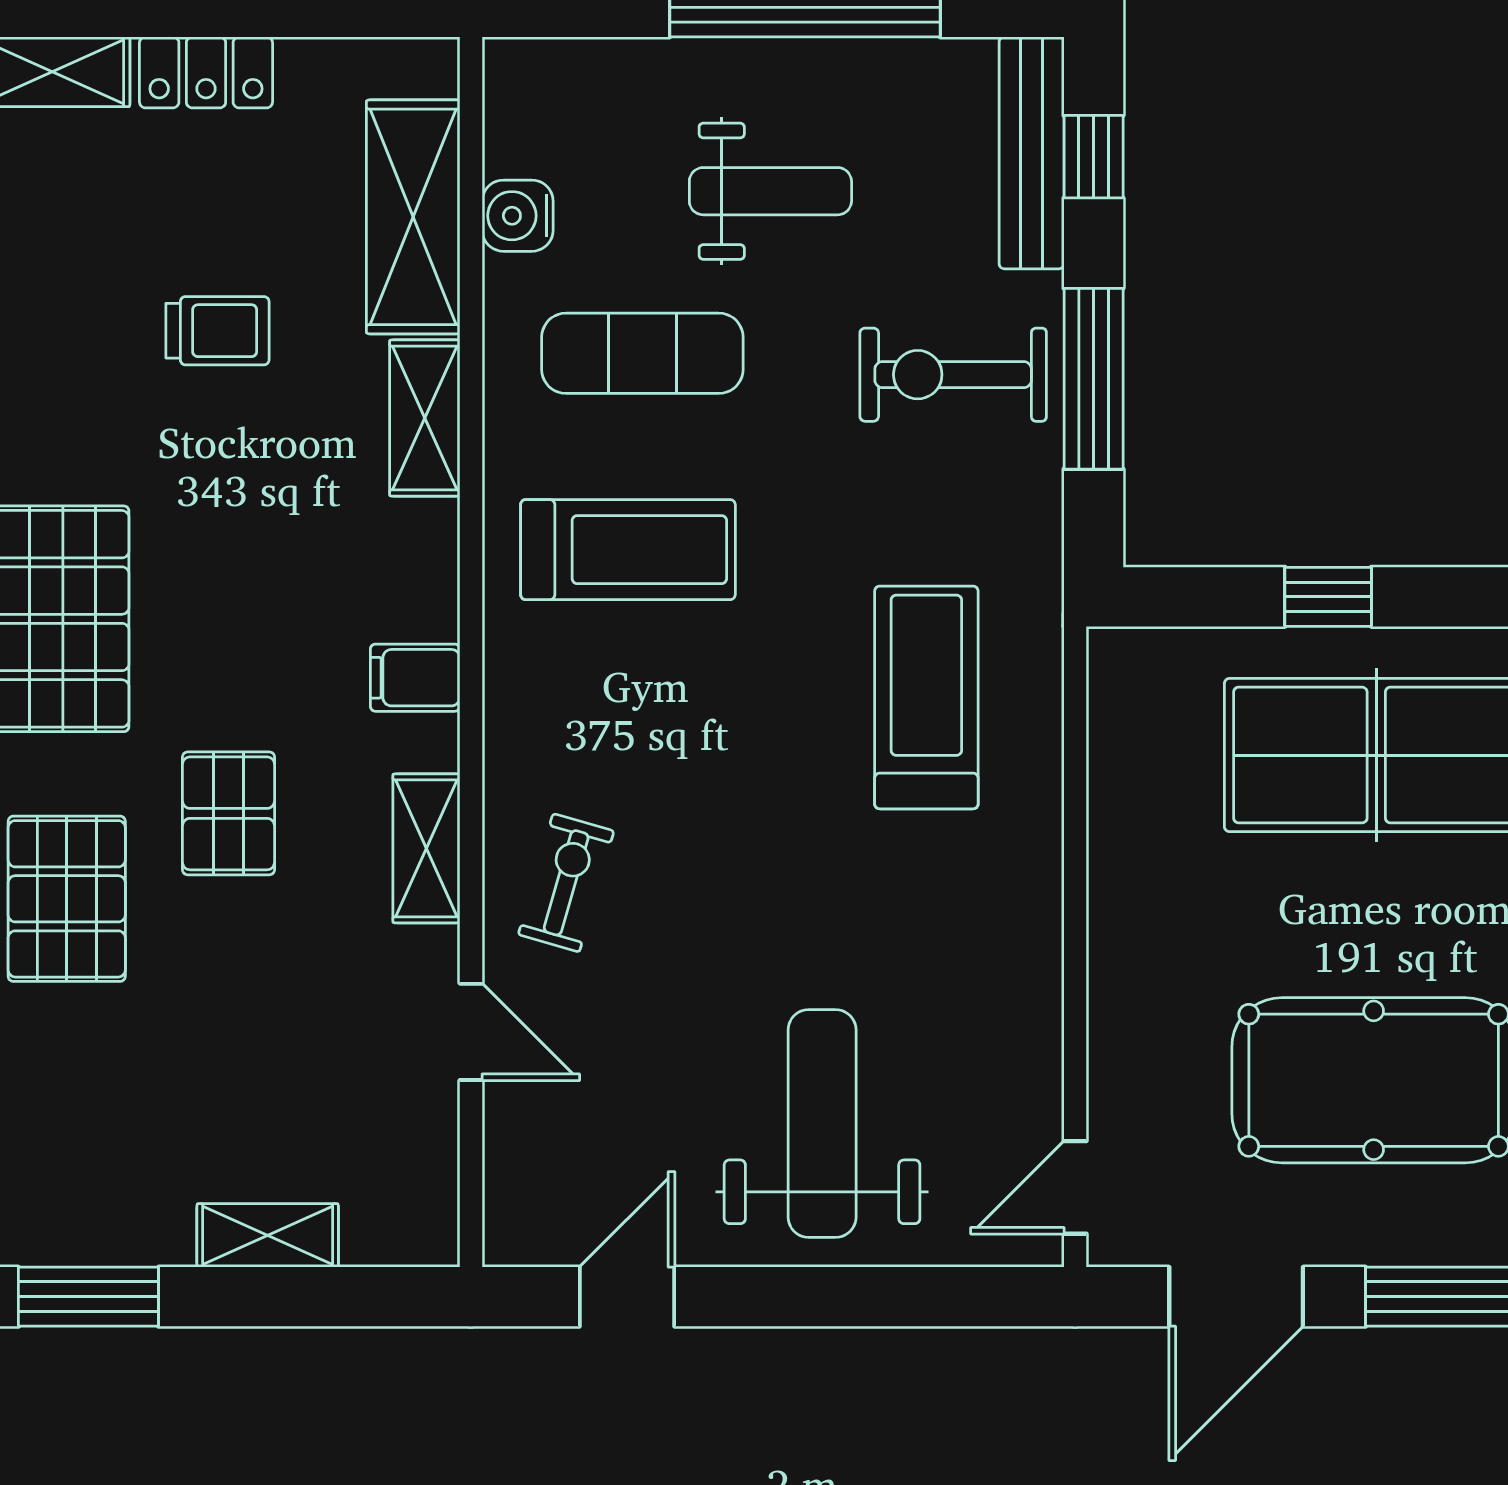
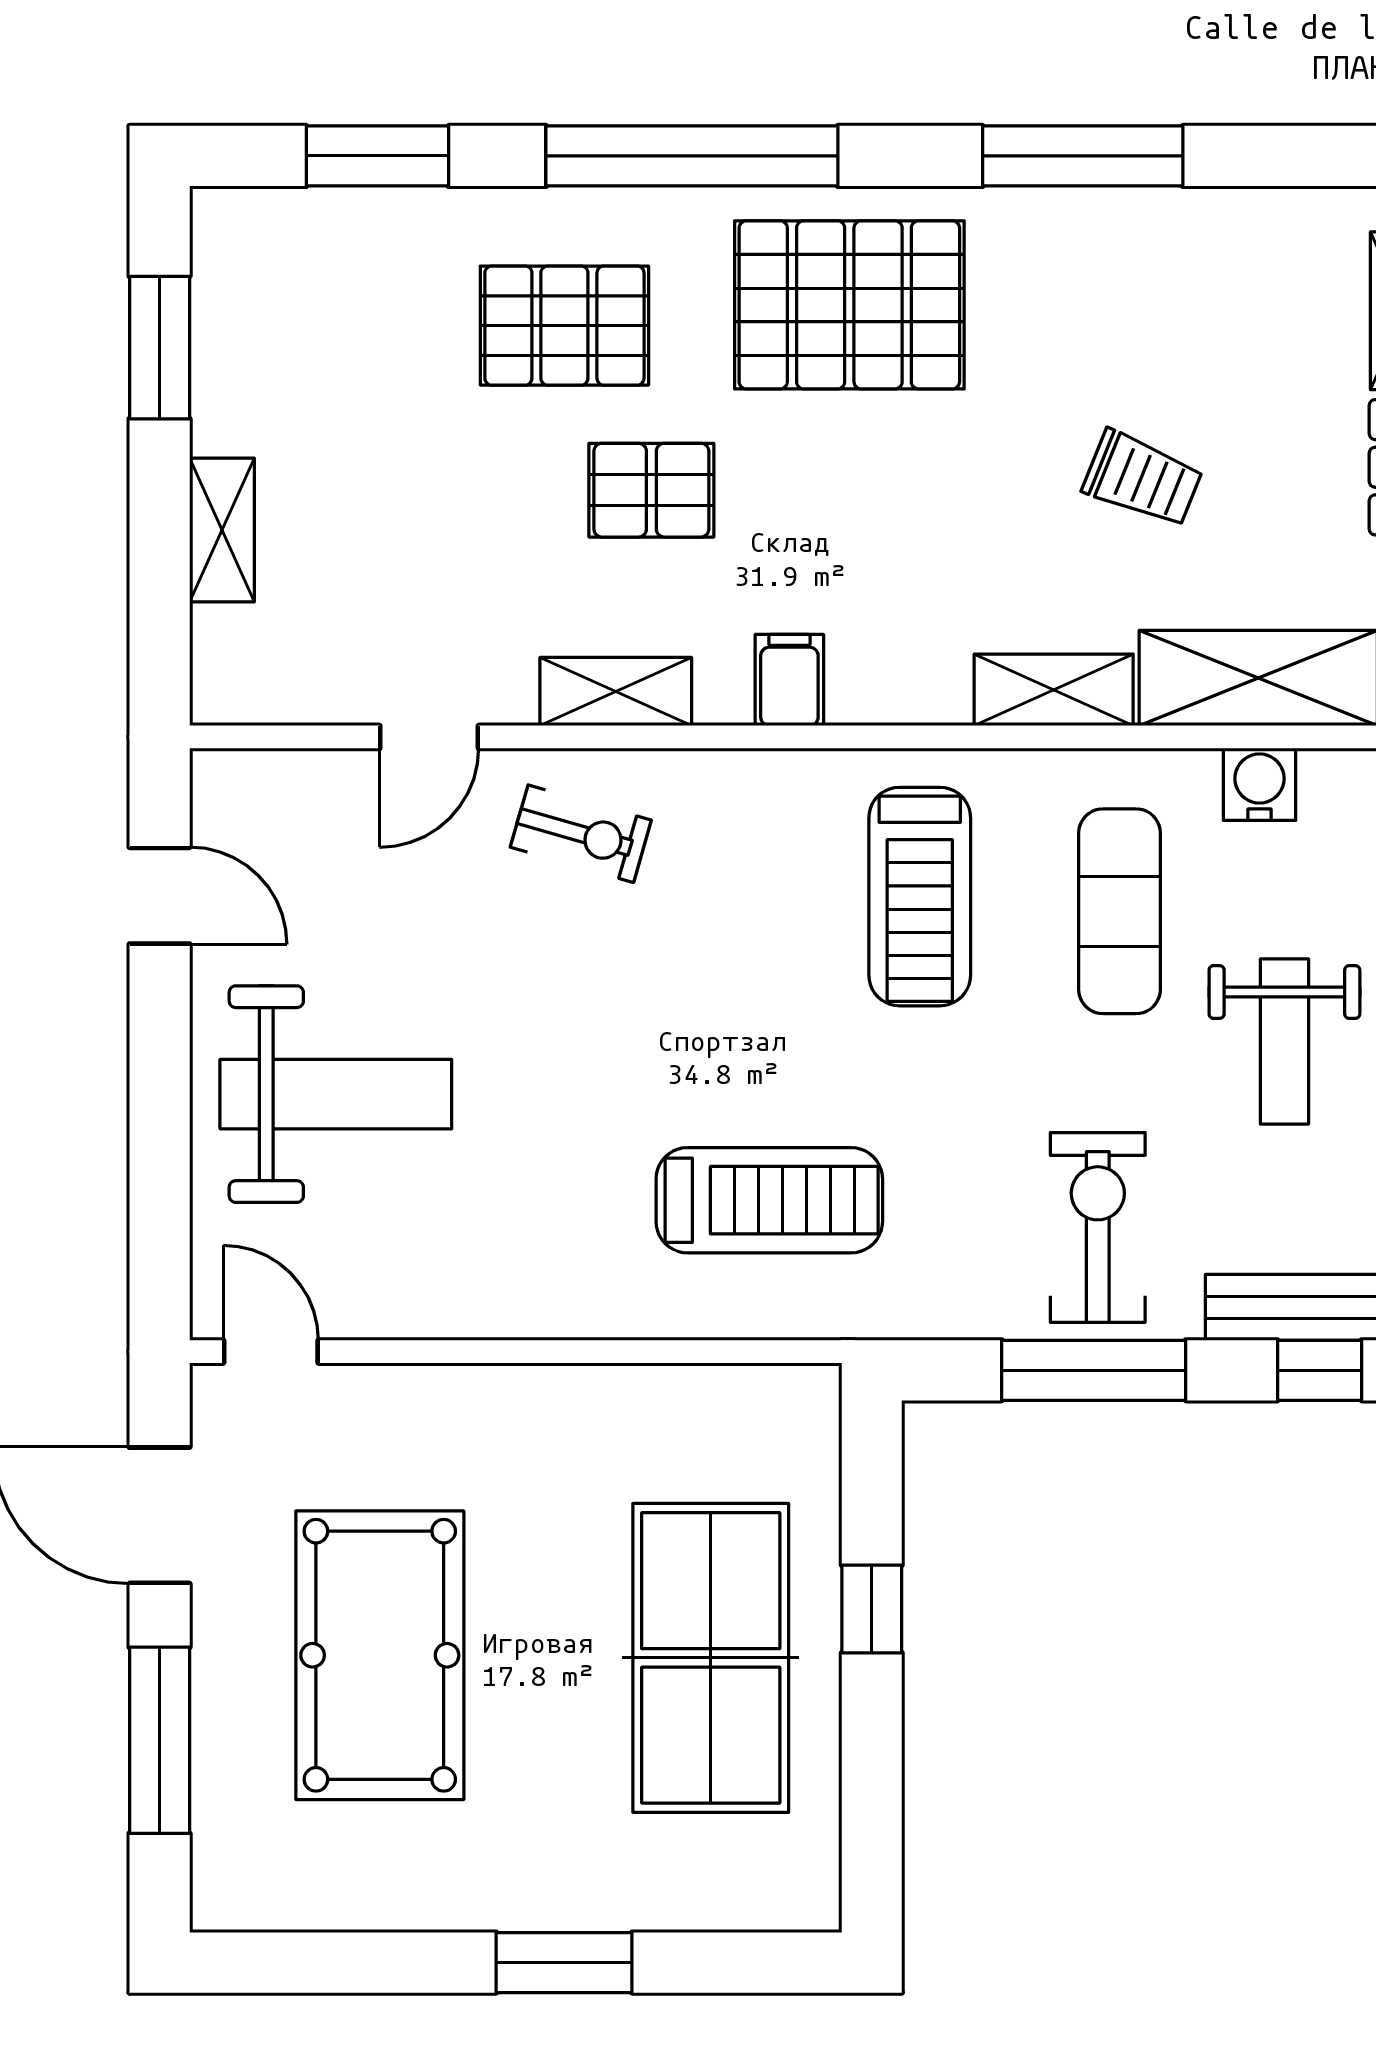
trolley: (217, 331) -> (1143, 479), turned -68

